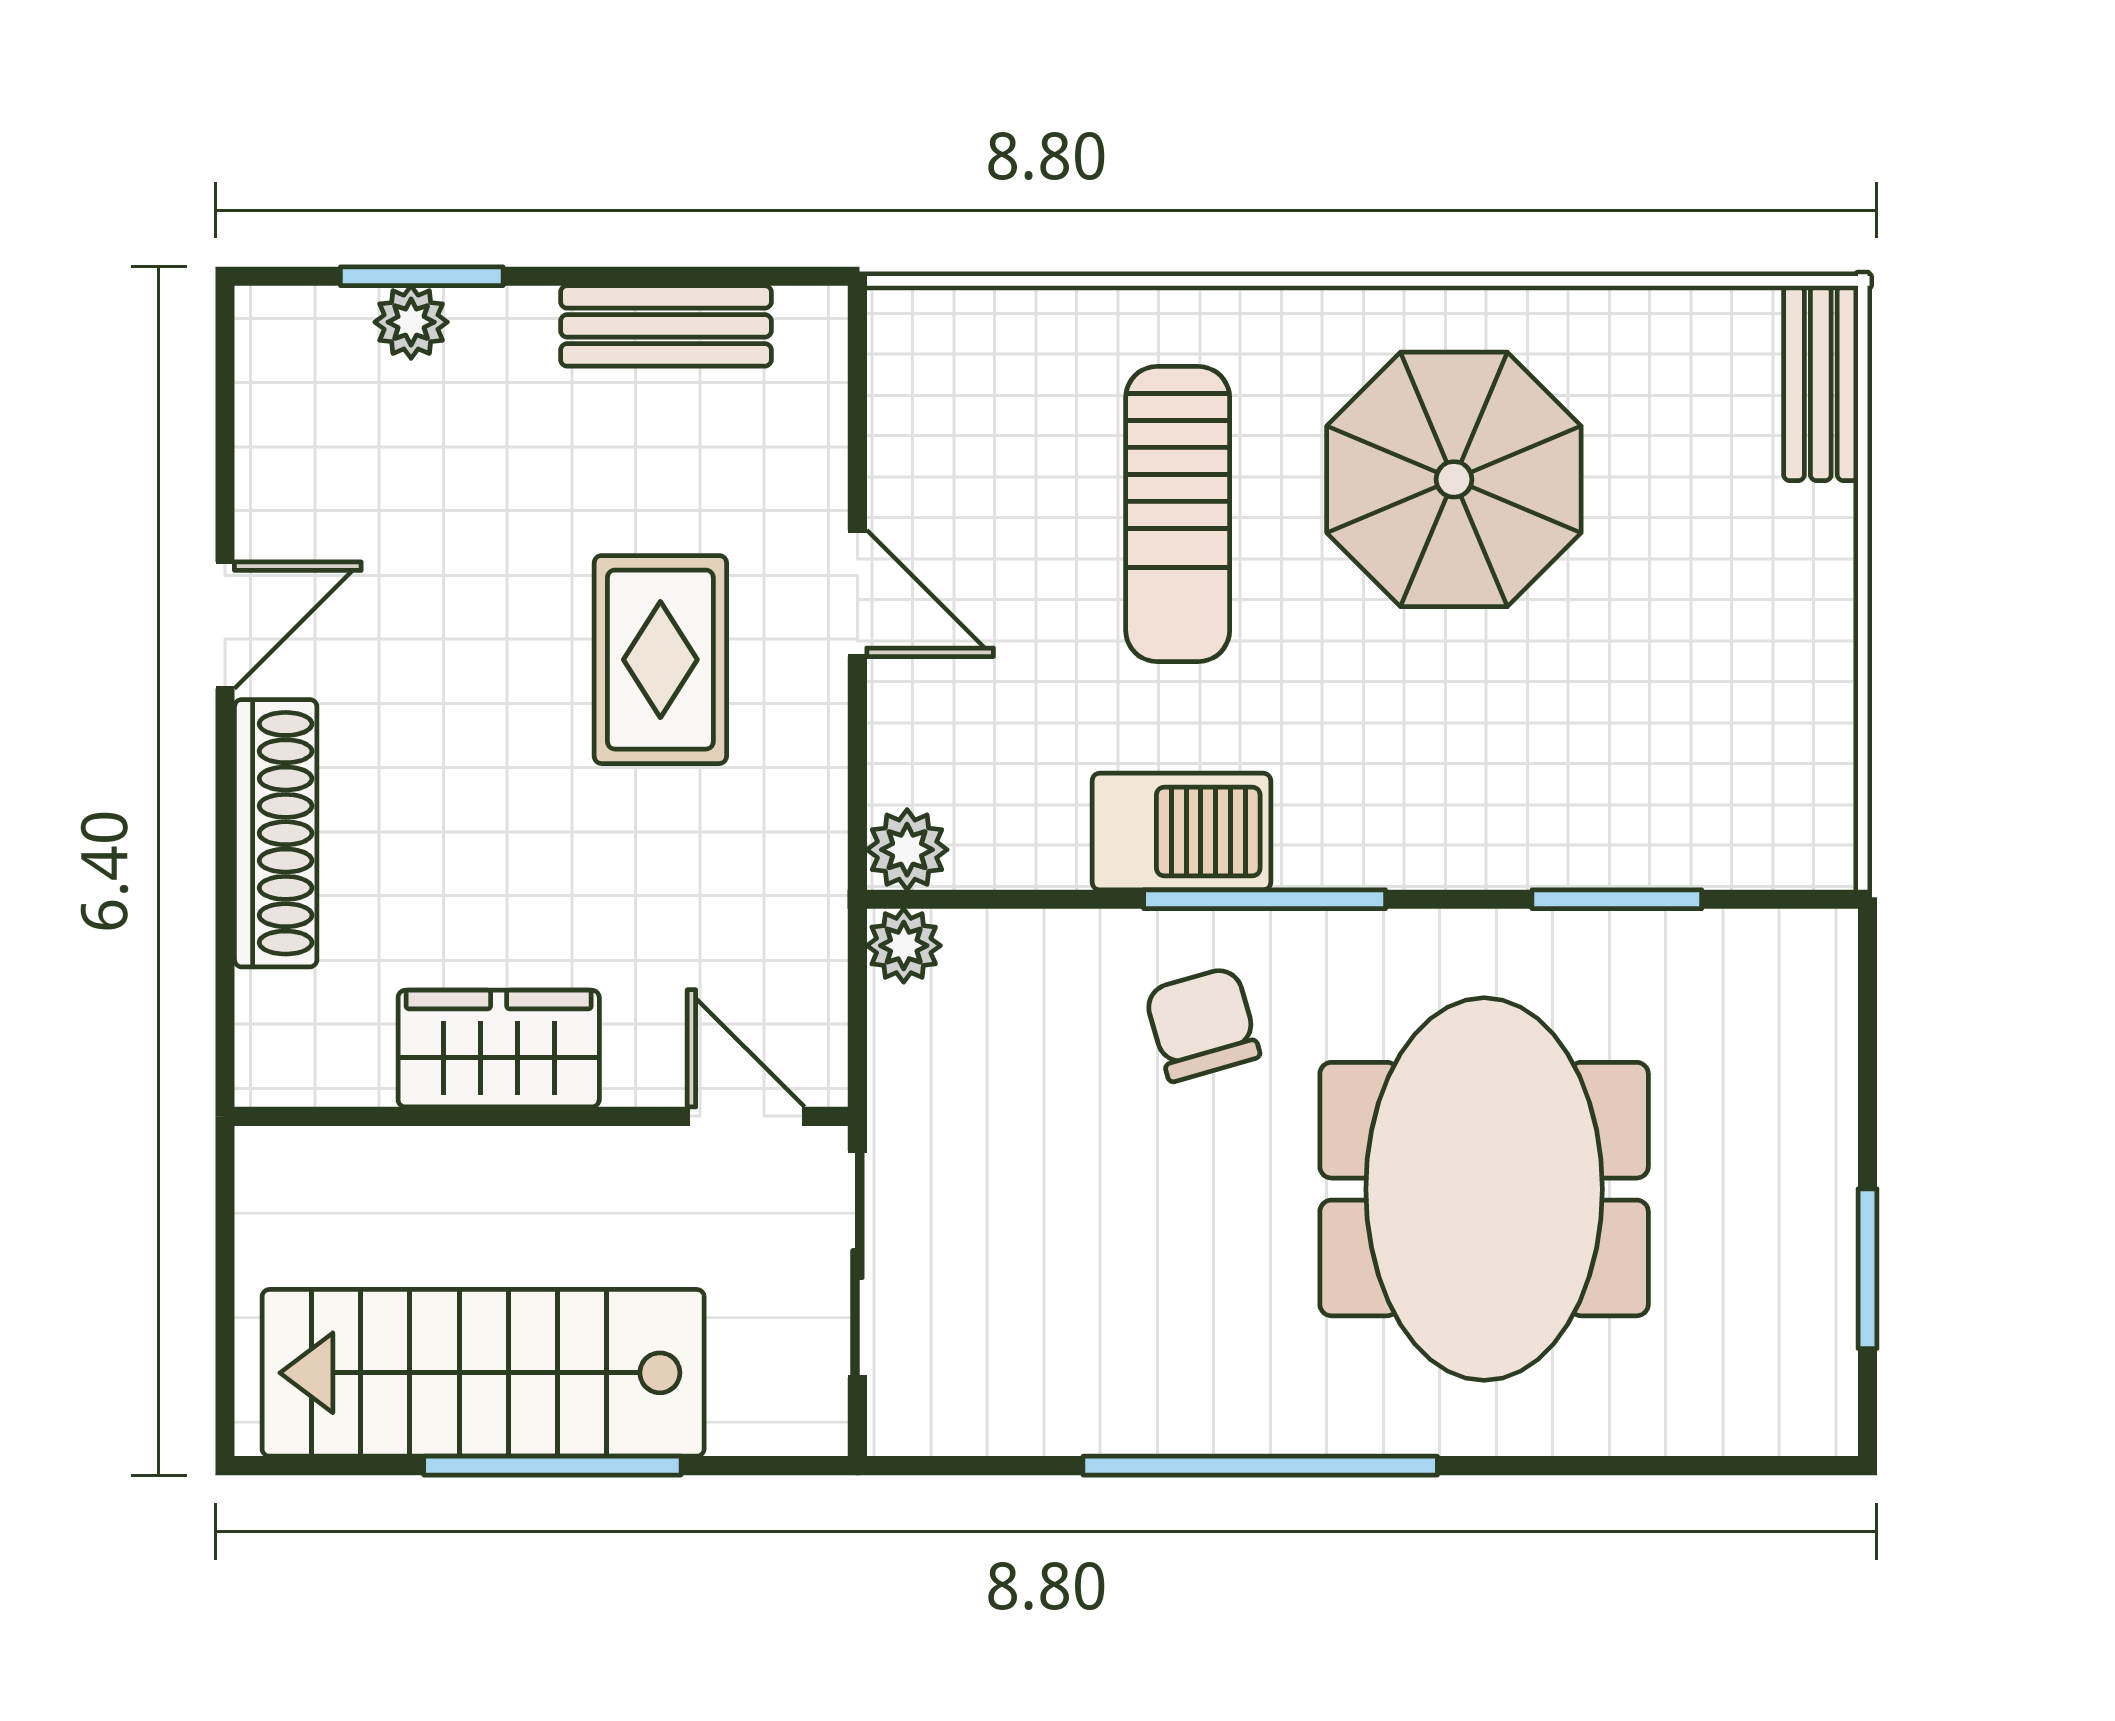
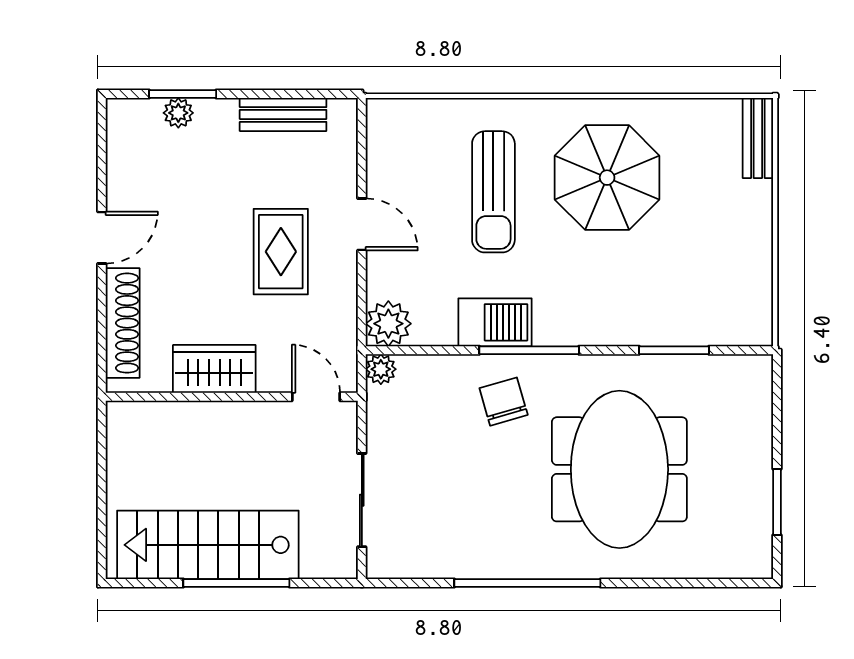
plant: (907, 850) -> (388, 324), width x1.38, depth x1.38
wardrobe: (499, 1049) -> (214, 369), moved
wall: (541, 1116) -> (232, 397), moved
door: (746, 1116) -> (316, 397), moved

